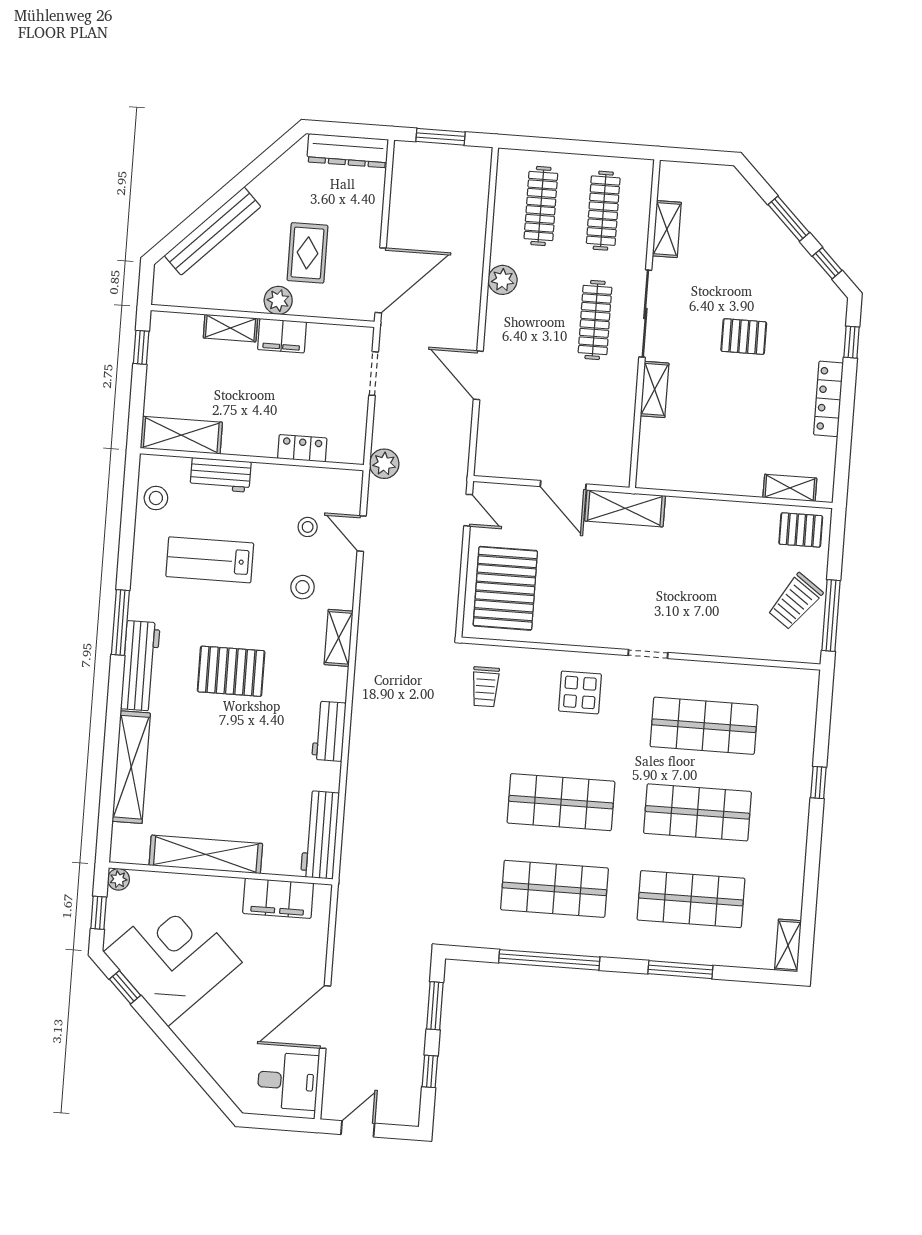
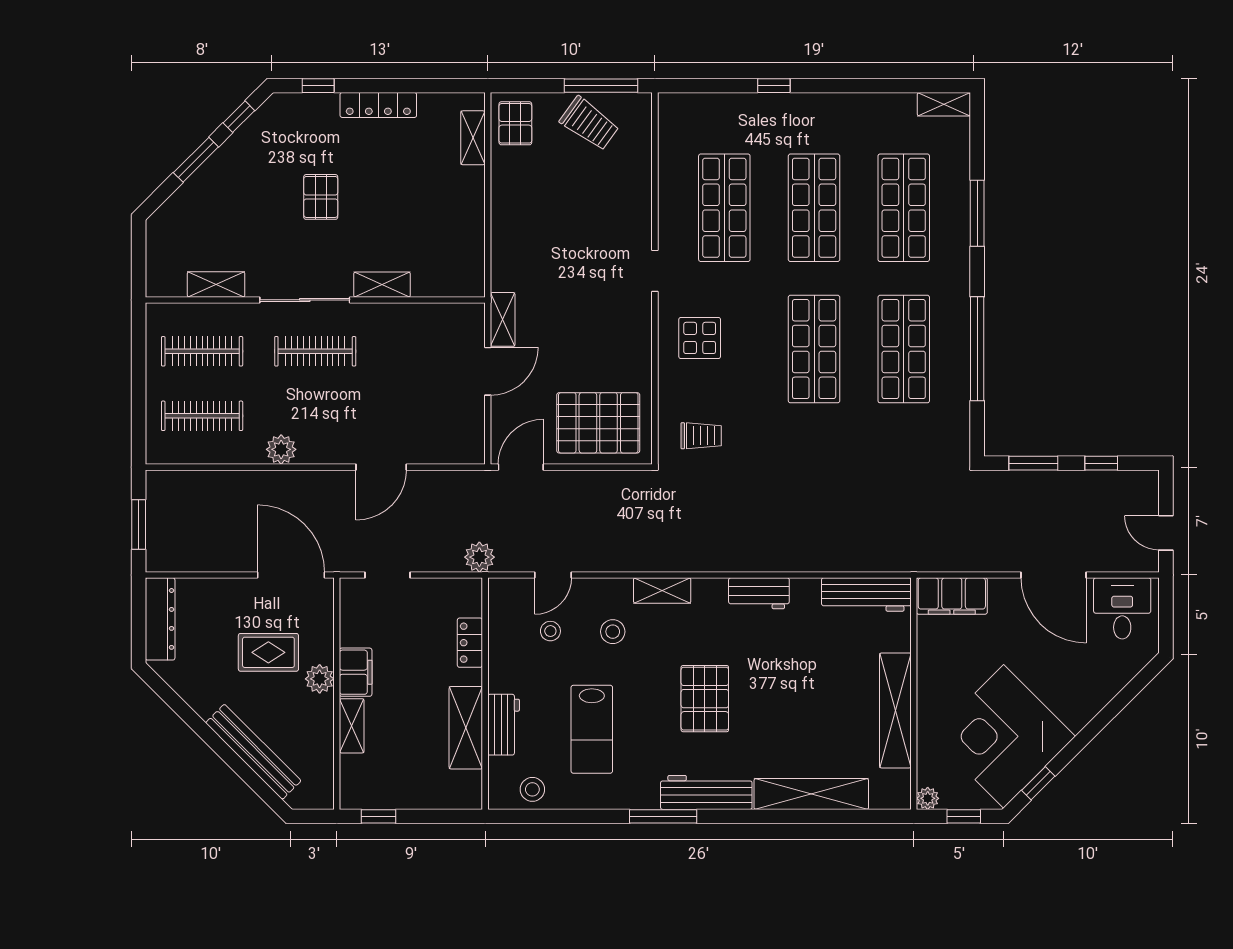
shelving: (181, 435) -> (466, 728), moved
shelving: (625, 508) -> (503, 319), width x0.67, depth x0.75
door: (468, 510) -> (521, 467), width x1.38
filing cabinet: (278, 898) -> (952, 596), moved, turned 90

